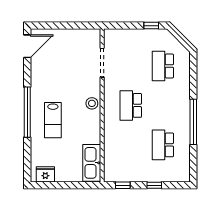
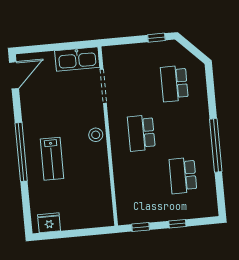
kitchen sink: (92, 163) -> (77, 59), moved, turned -90

